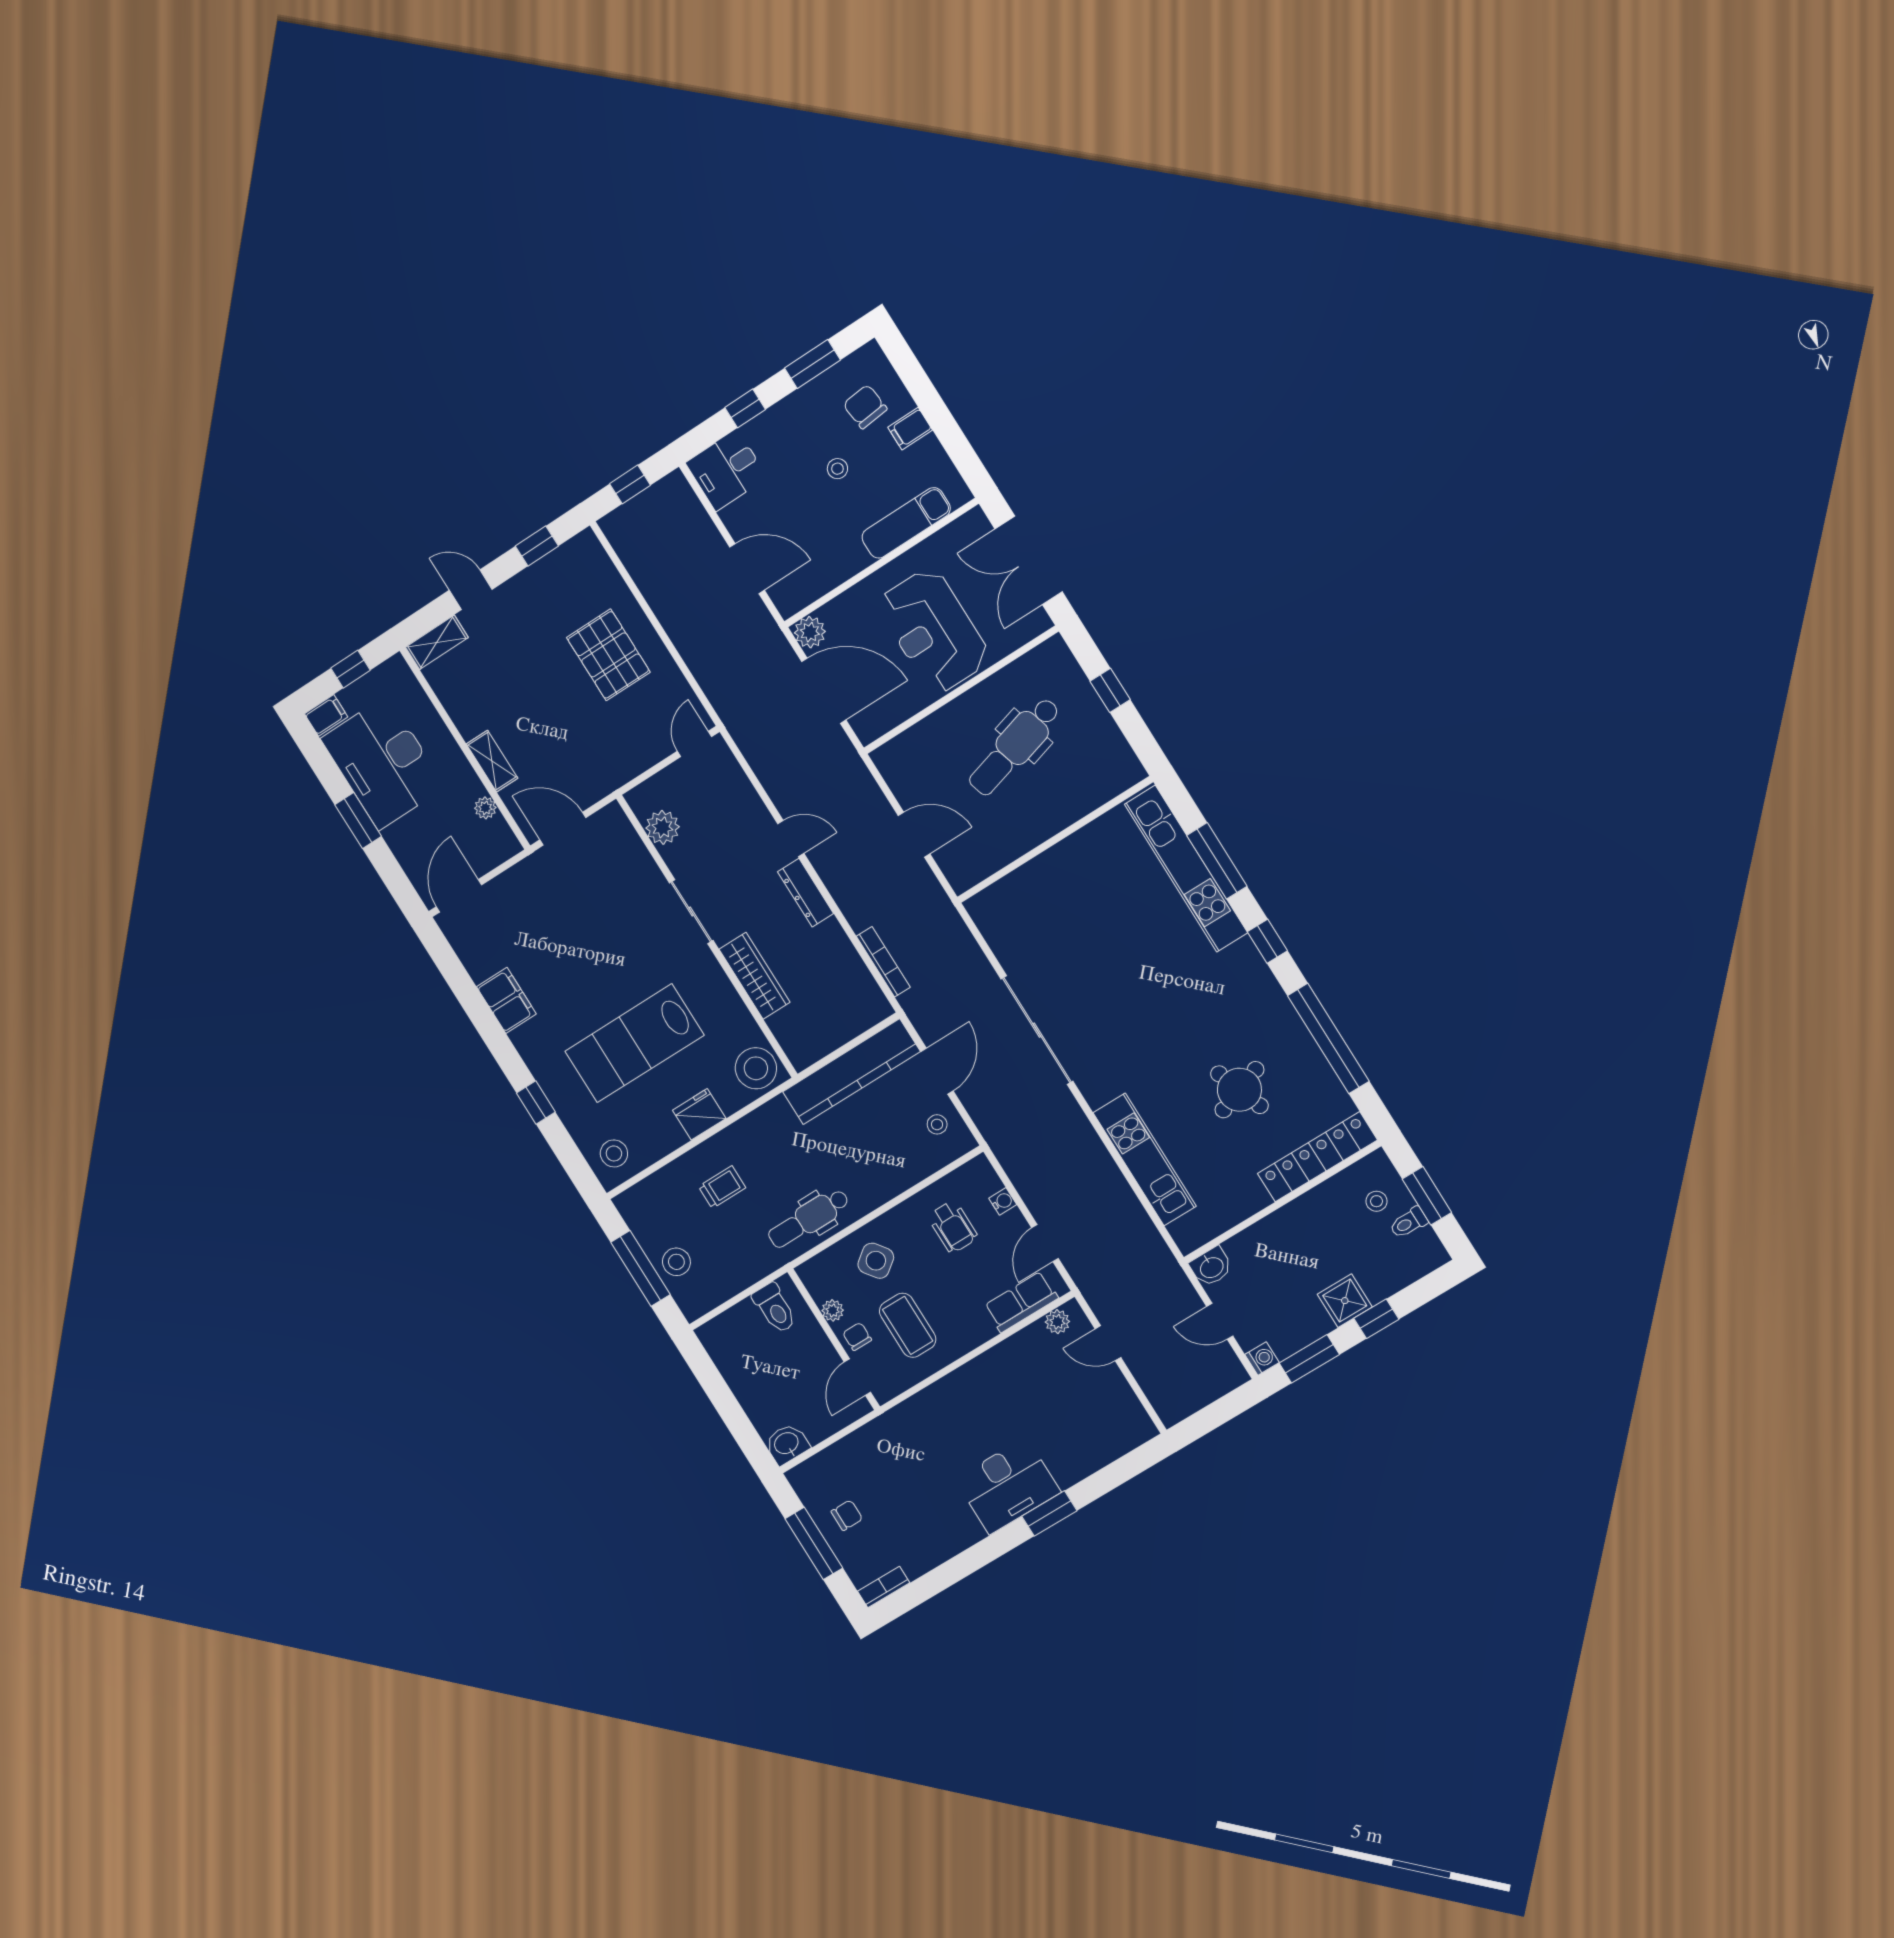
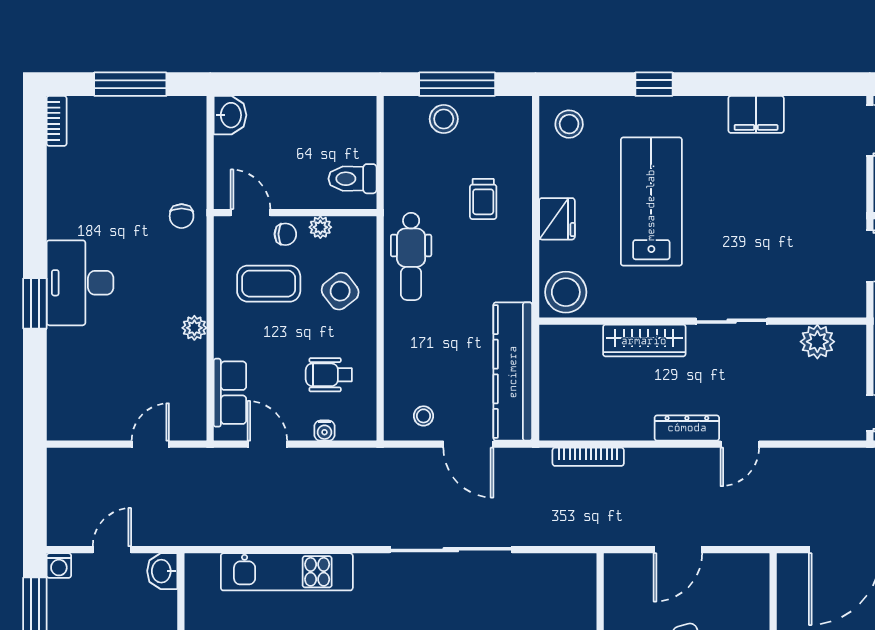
dental chair: (809, 1218) -> (411, 256), turned 180
plant: (1057, 1322) -> (194, 328), moved
chair: (847, 1515) -> (182, 216), moved

